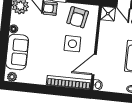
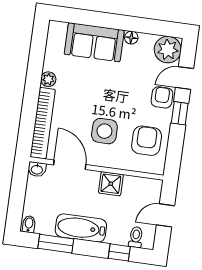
shower: (108, 14) -> (111, 184), moved
armchair: (78, 17) -> (147, 141), turned 79
plant: (12, 77) -> (48, 79), moved

